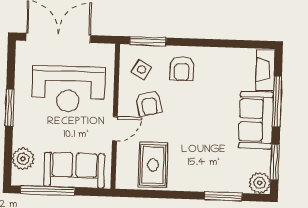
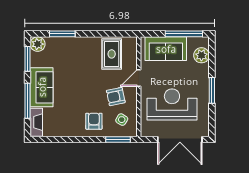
armchair: (149, 103) -> (116, 97), turned -90

